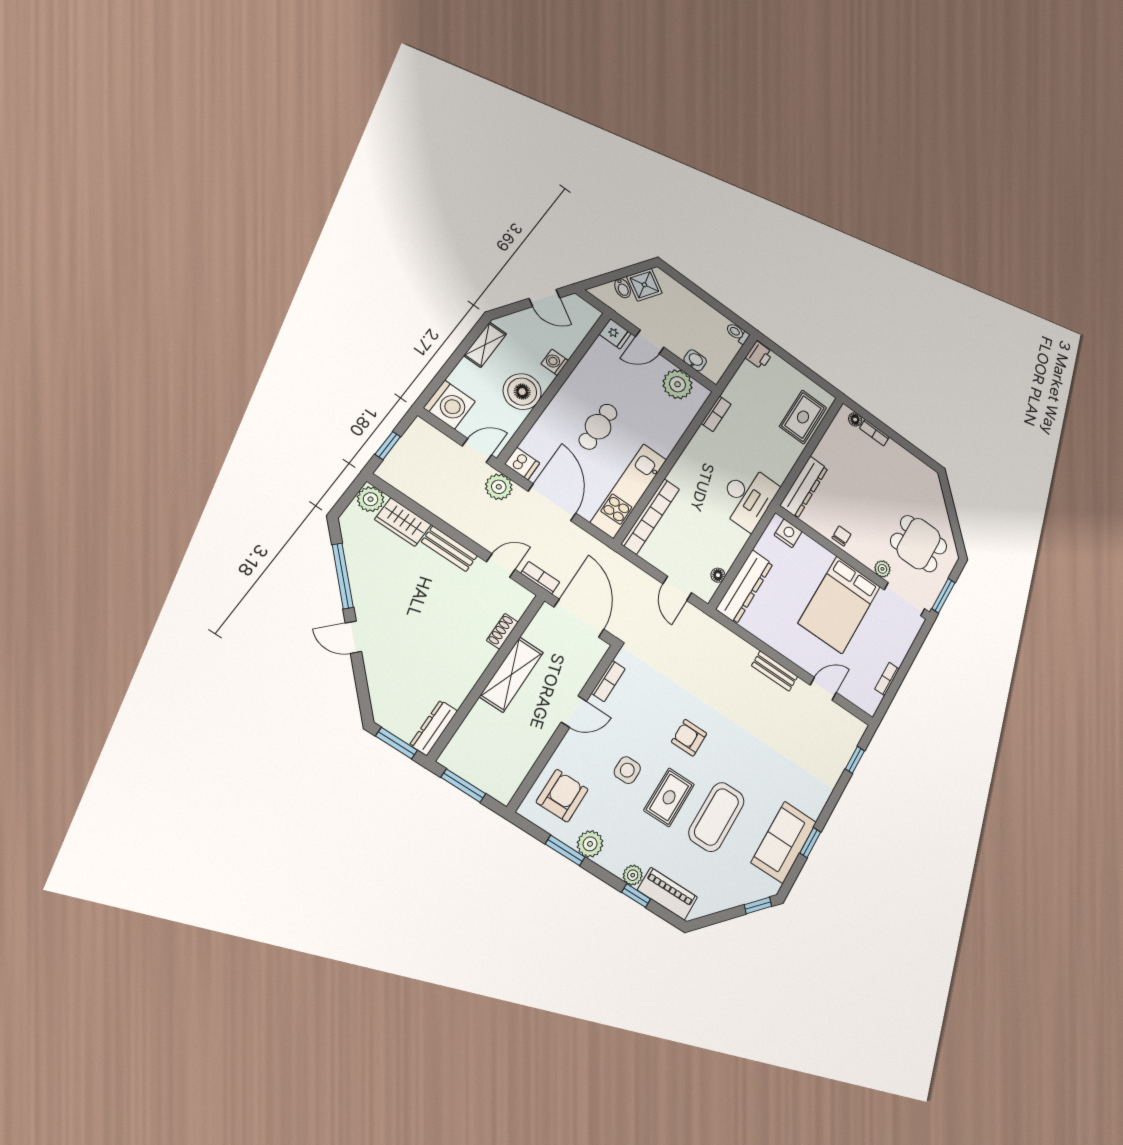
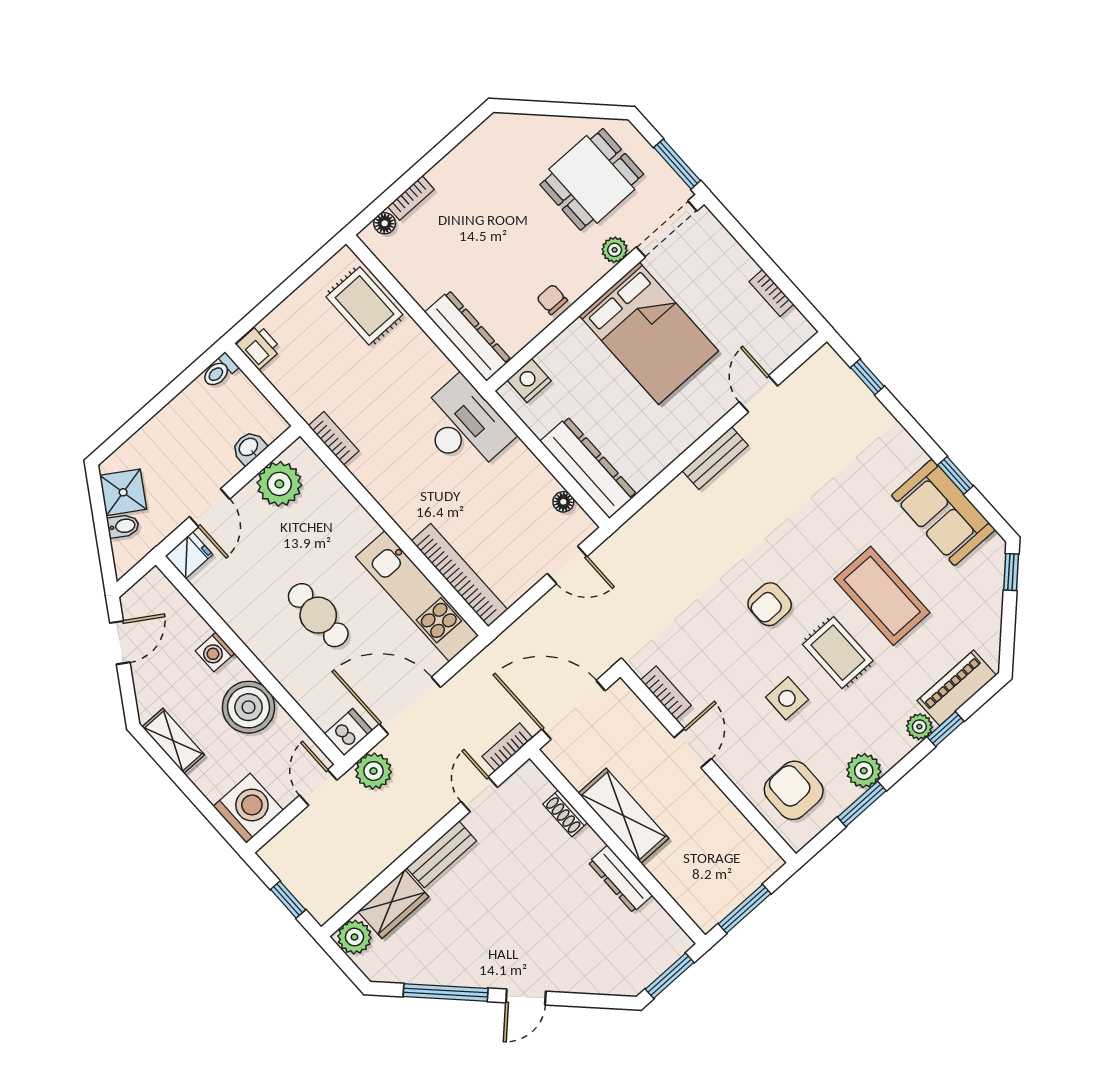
dresser: (434, 728) -> (620, 879), moved

